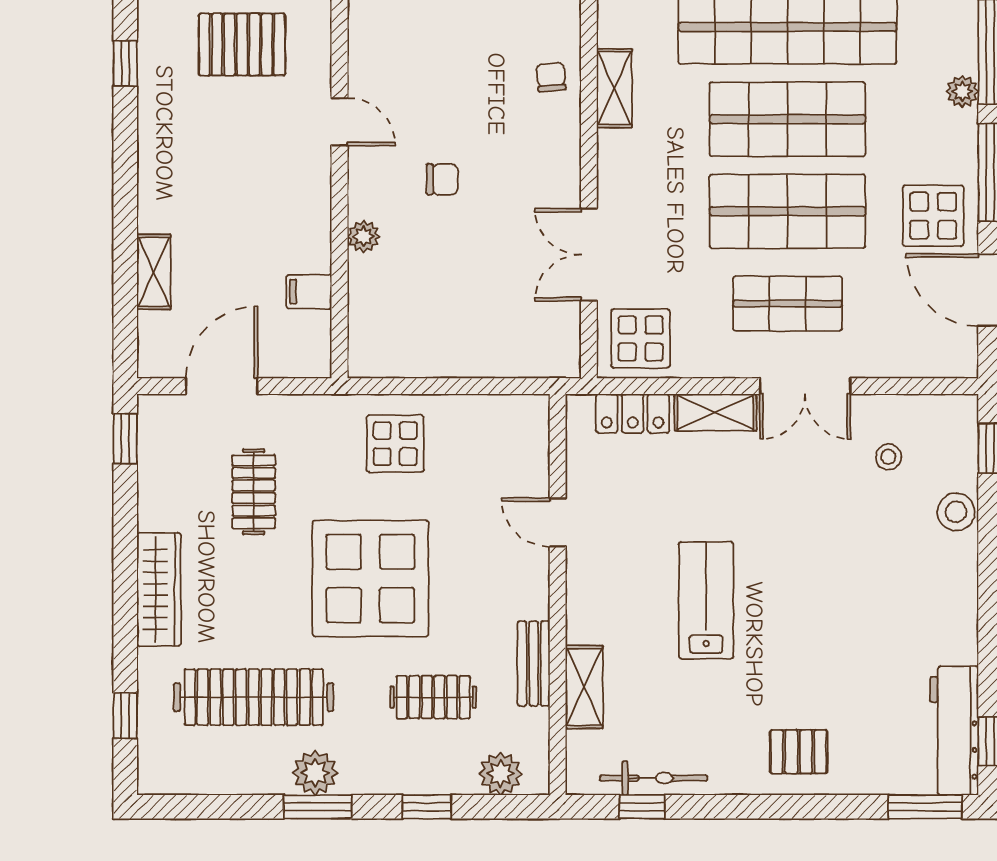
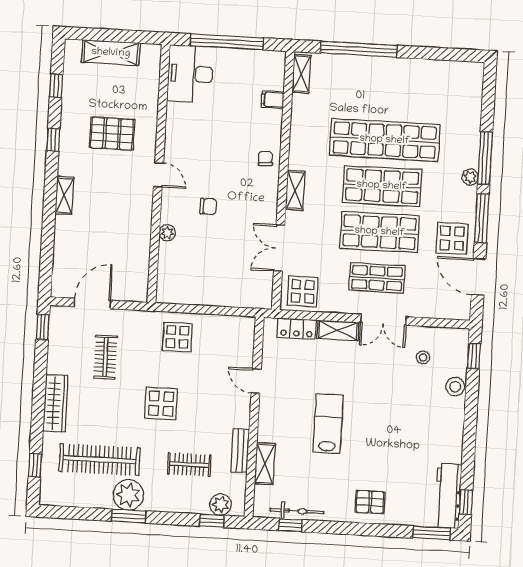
shelving: (614, 88) -> (295, 190), moved
shelving: (154, 272) -> (64, 195), moved
filing cabinet: (309, 292) -> (139, 259), removed
display table: (370, 578) -> (161, 404), width x0.54, depth x0.54
plant: (315, 773) -> (128, 495), width x1.36, depth x1.36
window: (427, 807) -> (212, 521), moved

